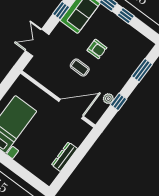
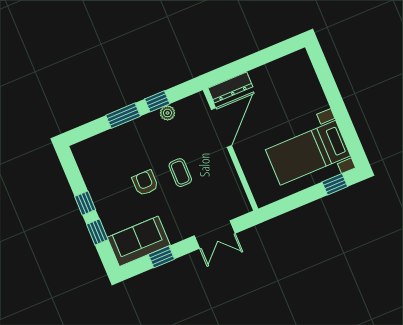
window: (142, 70) -> (123, 116), moved
door: (71, 109) -> (221, 128), swing flipped
dresser: (64, 157) -> (230, 88), moved

